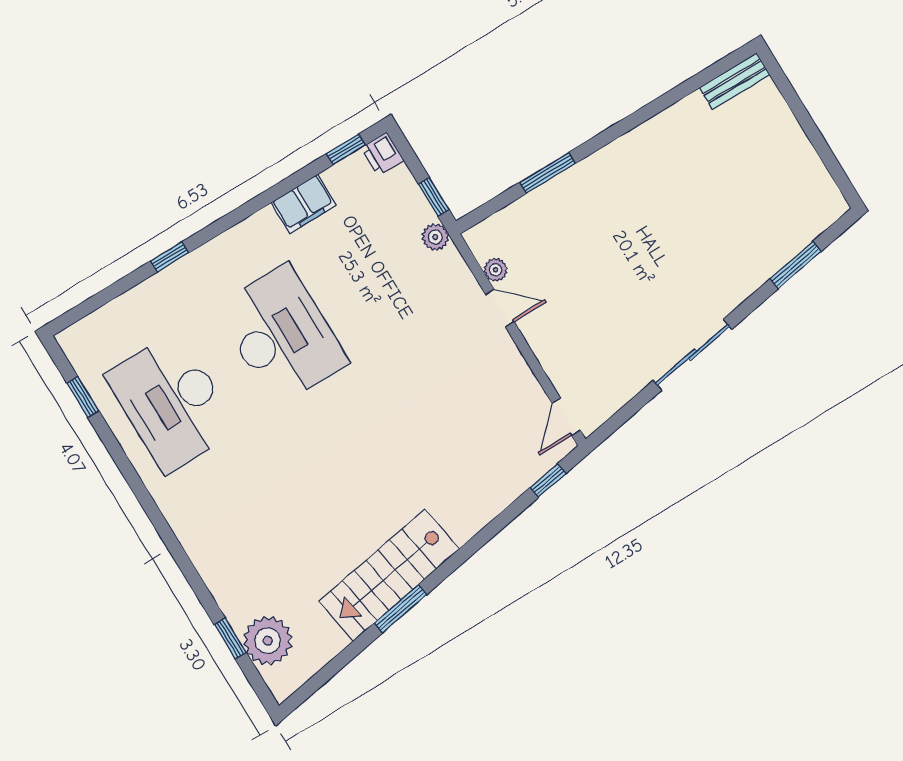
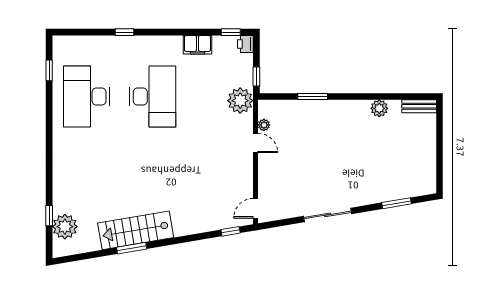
plant: (670, 125) -> (379, 108), added
plant: (435, 237) -> (240, 101), width x1.88, depth x1.88

